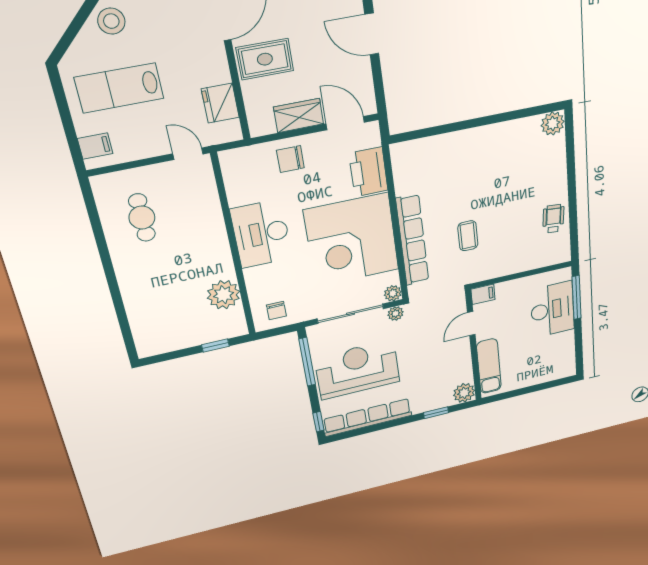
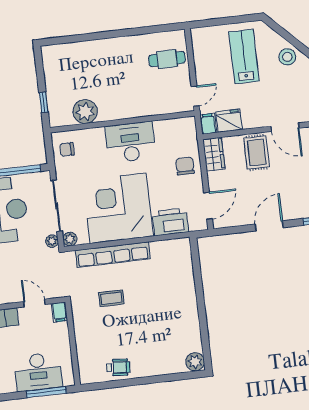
wardrobe: (299, 116) -> (214, 154), moved
filing cabinet: (95, 146) -> (208, 124), moved, turned 180
cafe table: (142, 218) -> (167, 59), moved

